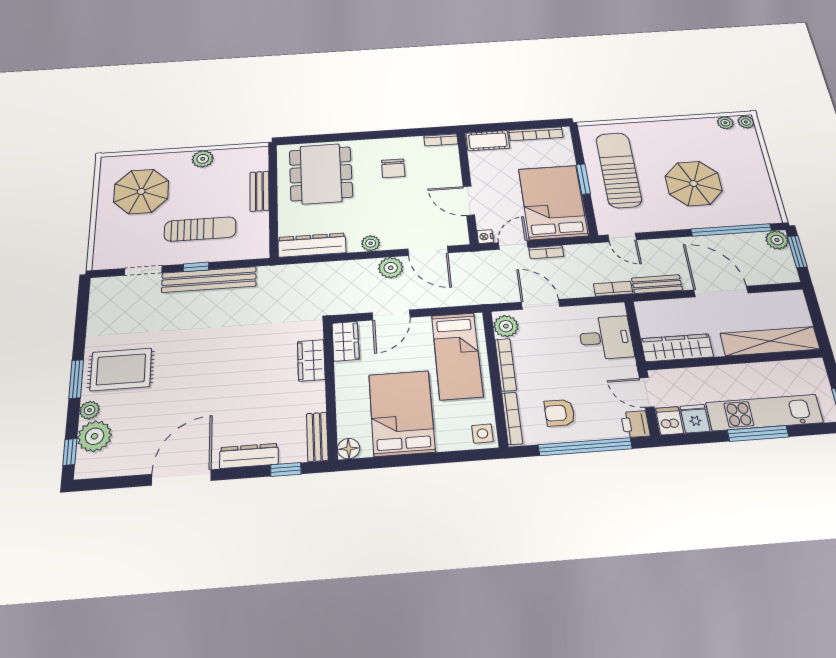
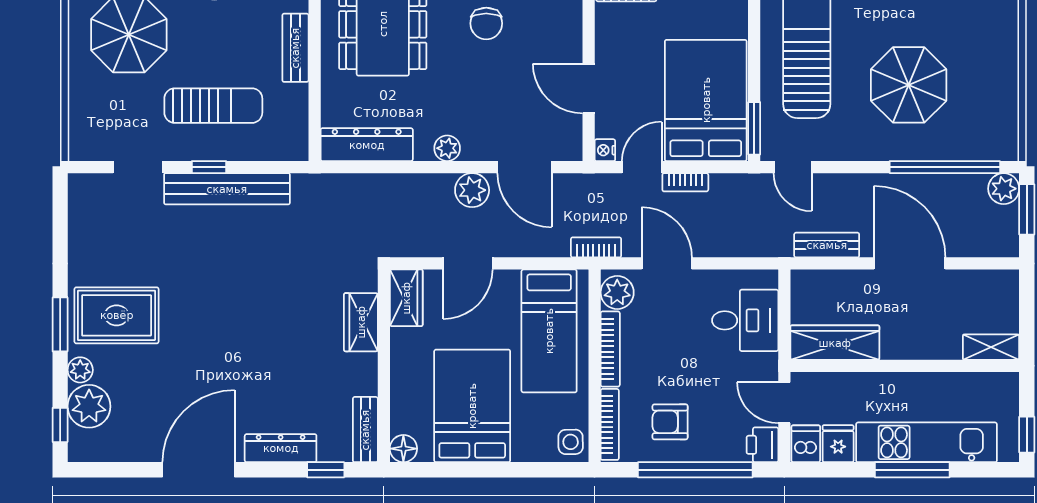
window: (583, 179) -> (754, 128), moved
bookcase: (613, 289) -> (596, 247), moved
shelving: (770, 341) -> (991, 347), width x0.45, depth x0.75

